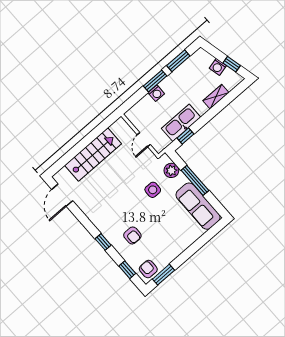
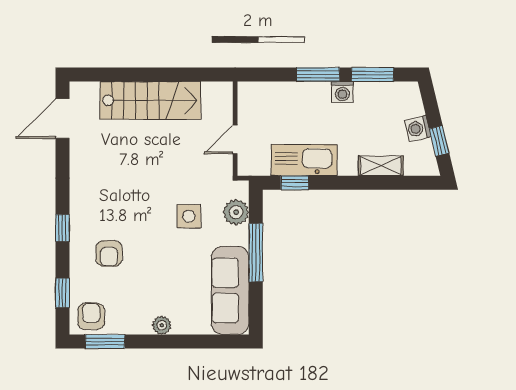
washing machine: (156, 93) -> (342, 92), moved
plant: (182, 247) -> (162, 325), added

